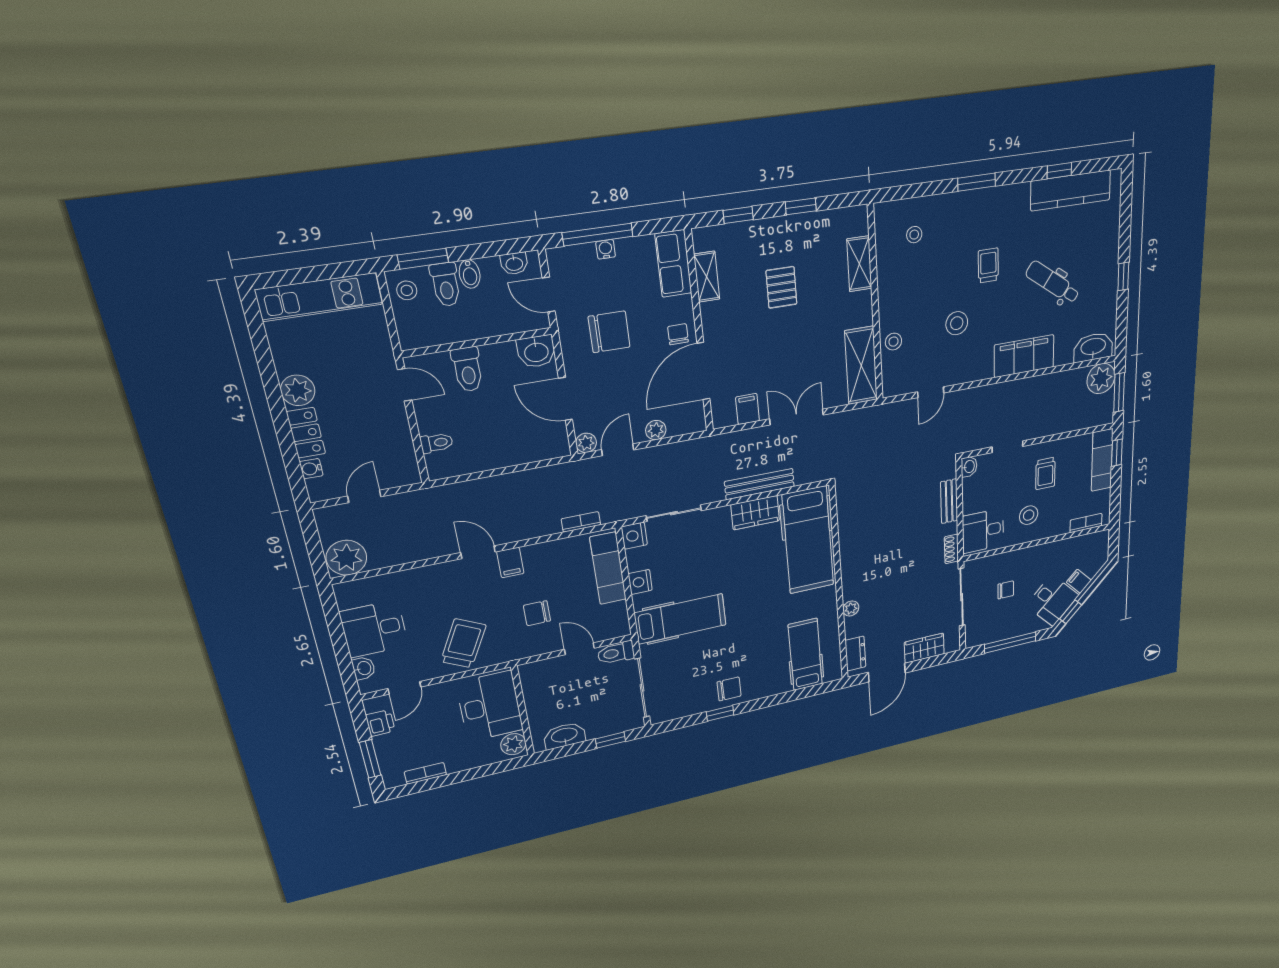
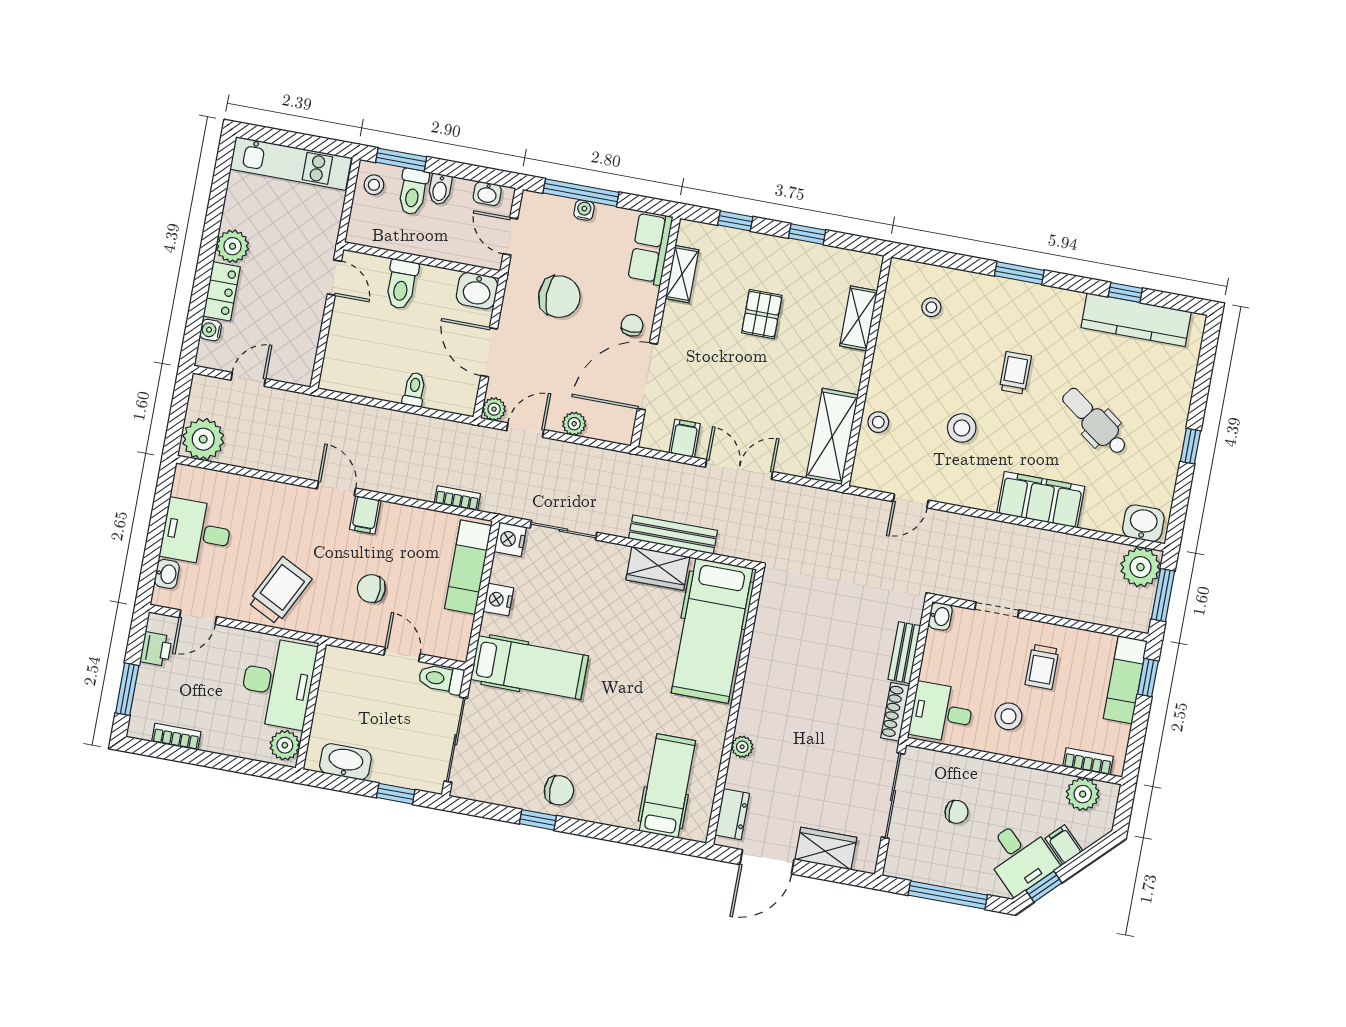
washbasin: (1093, 347) -> (1143, 523), width x0.72
toilet: (437, 443) -> (414, 389), moved, turned -90
plant: (1086, 545) -> (1083, 794), added
shoe rack: (951, 549) -> (895, 712), width x1.43

